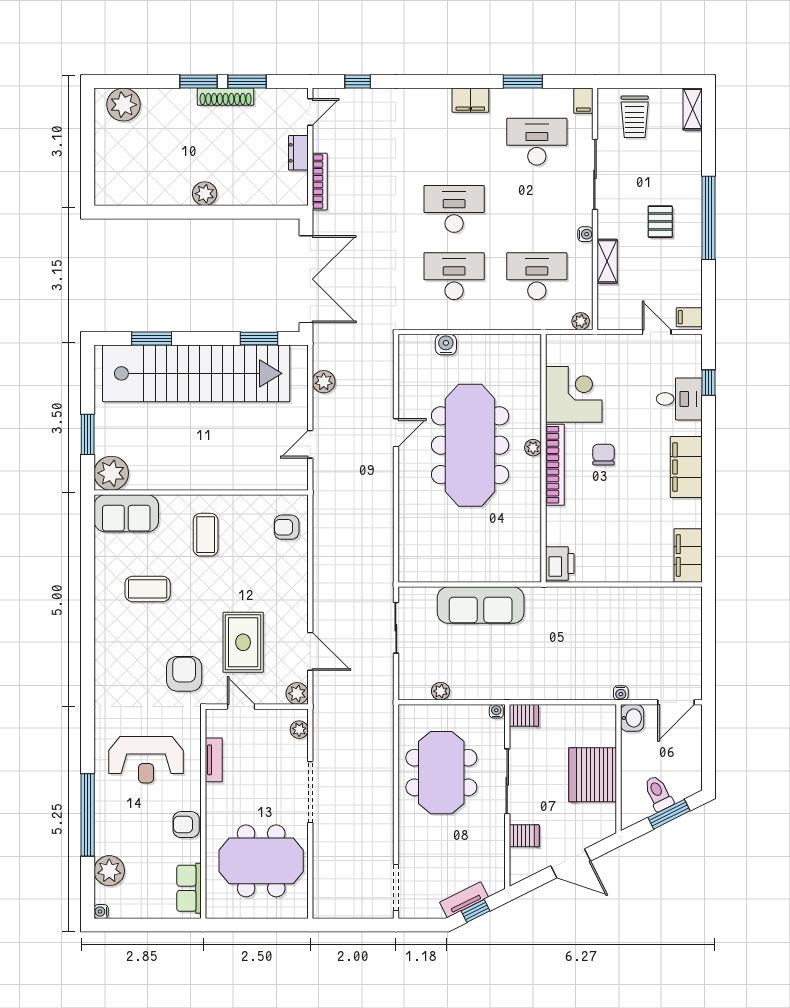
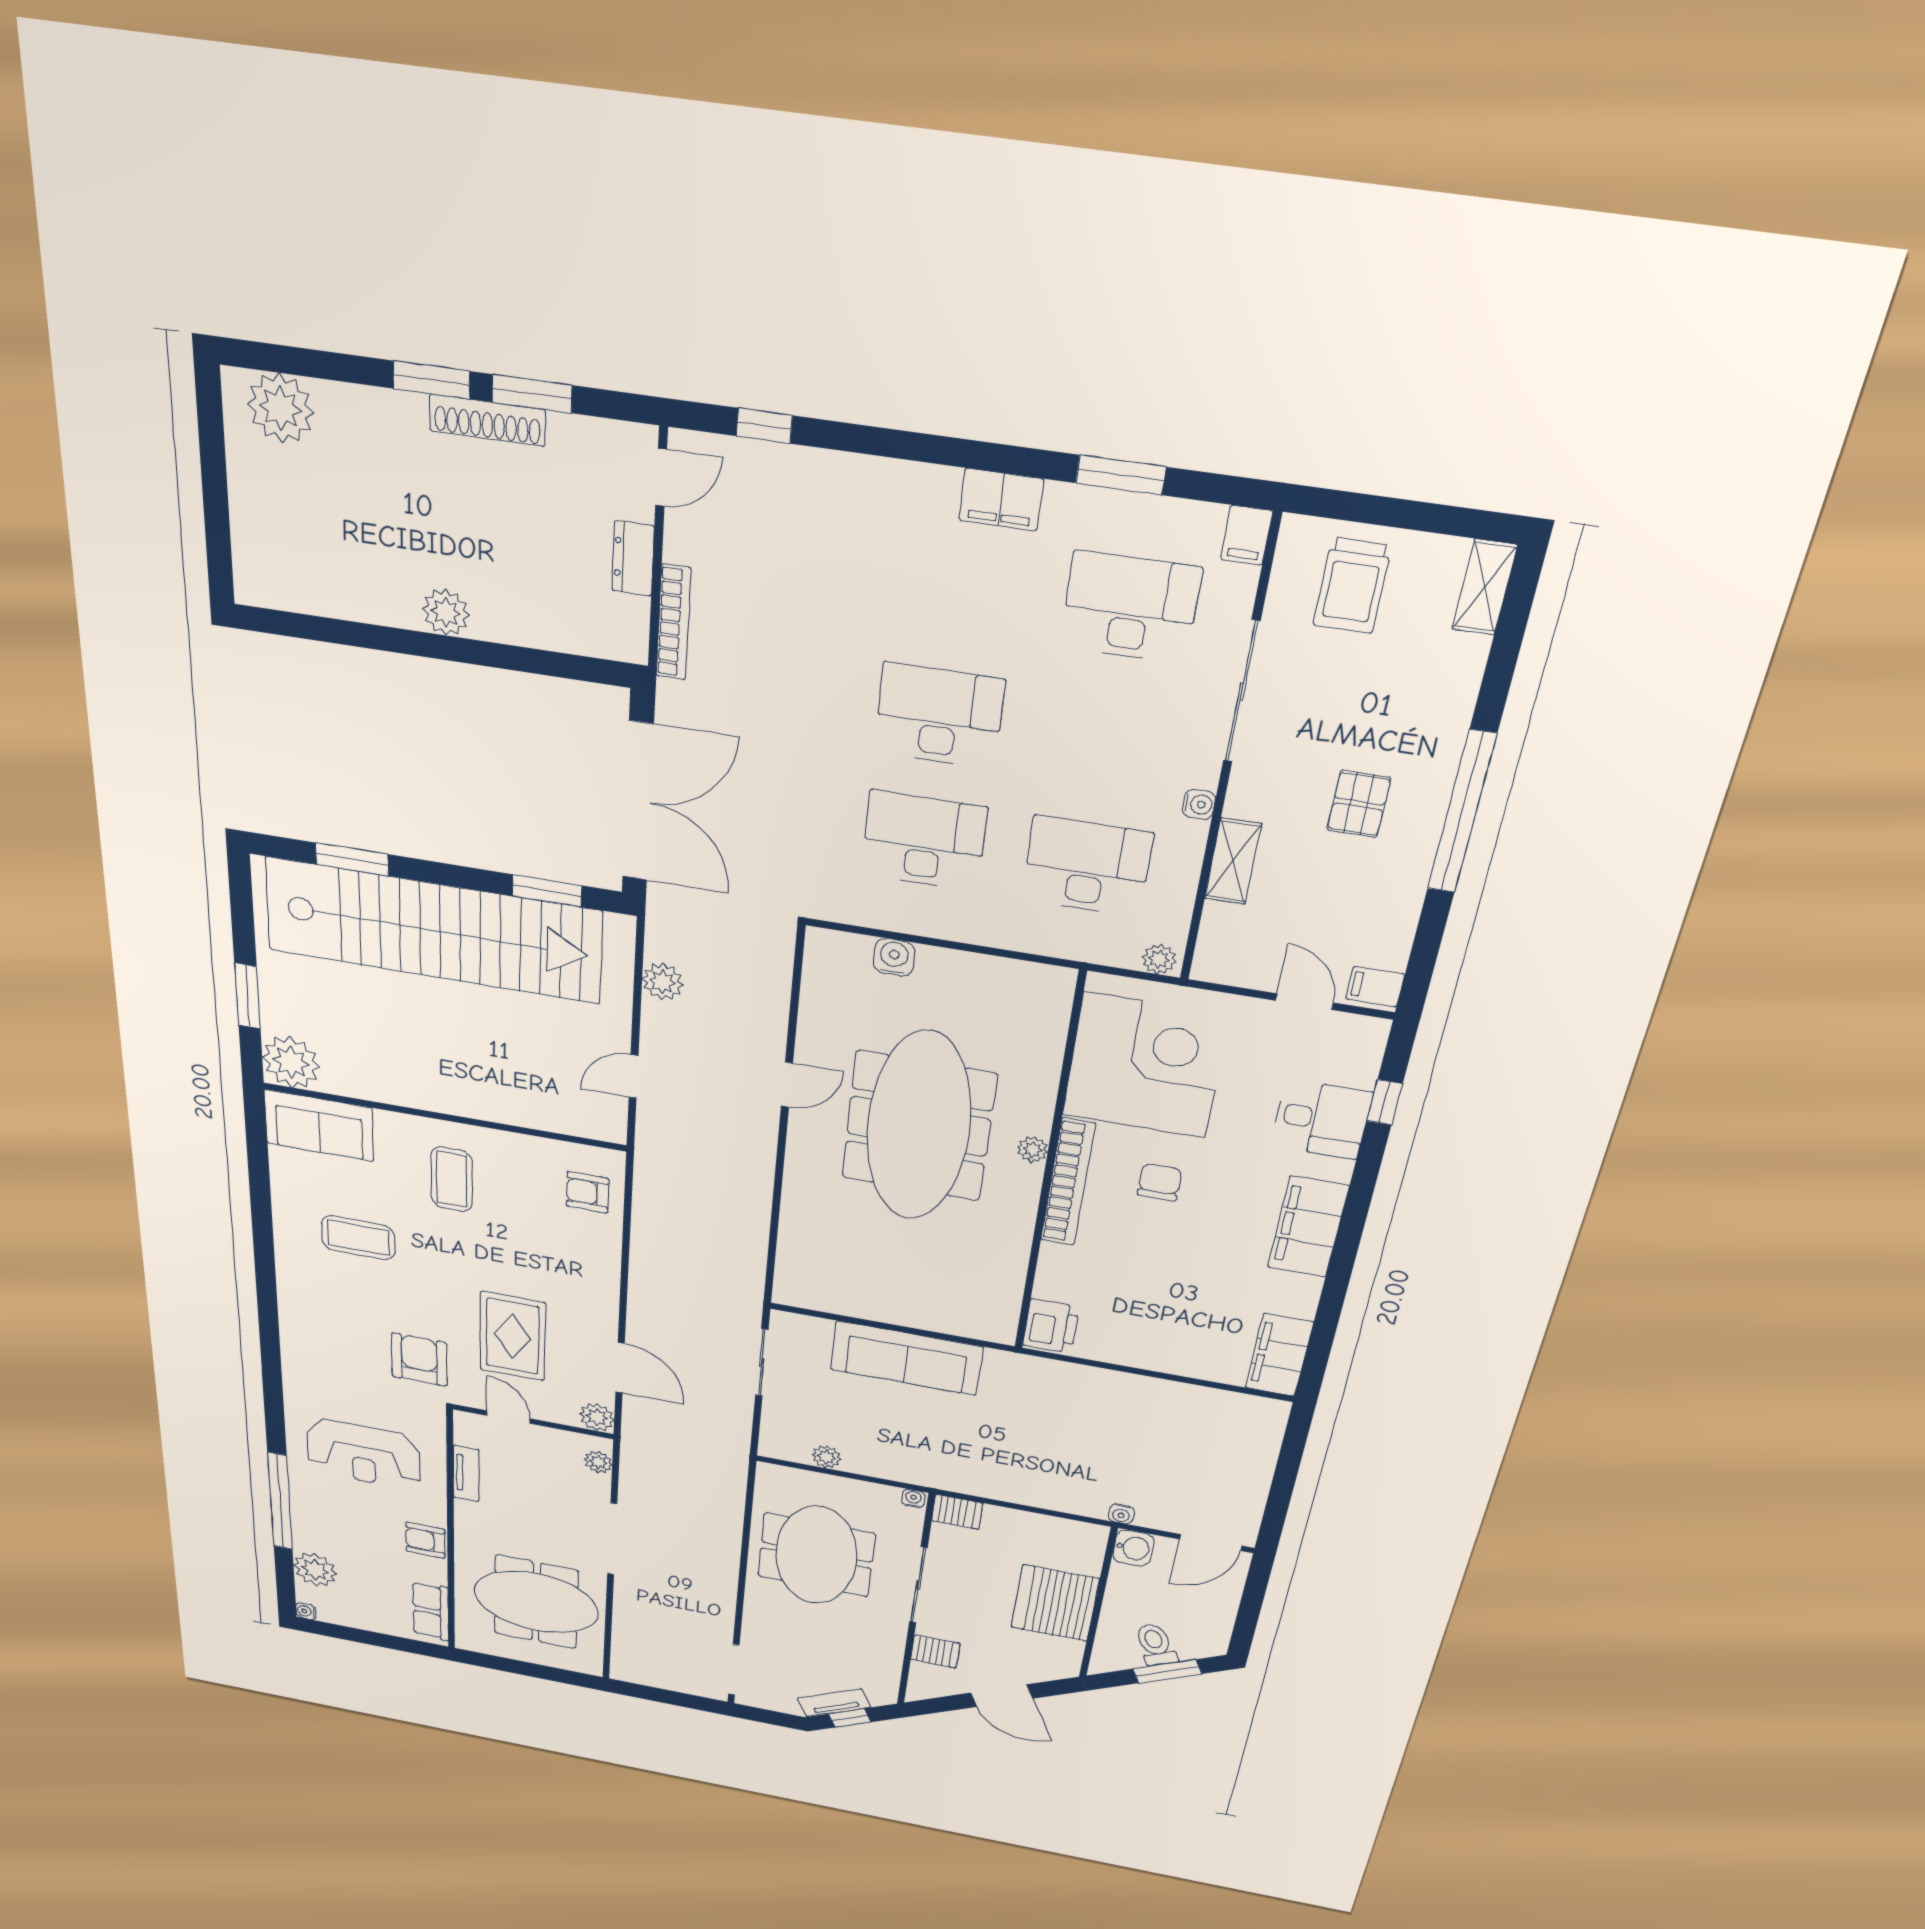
corner desk: (574, 394) -> (1145, 1065), width x1.36, depth x1.36

